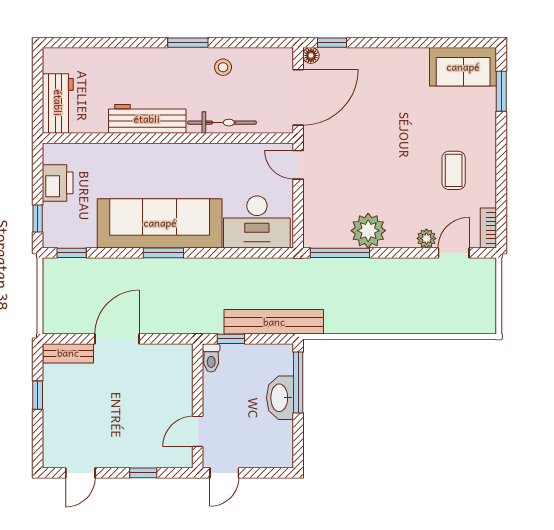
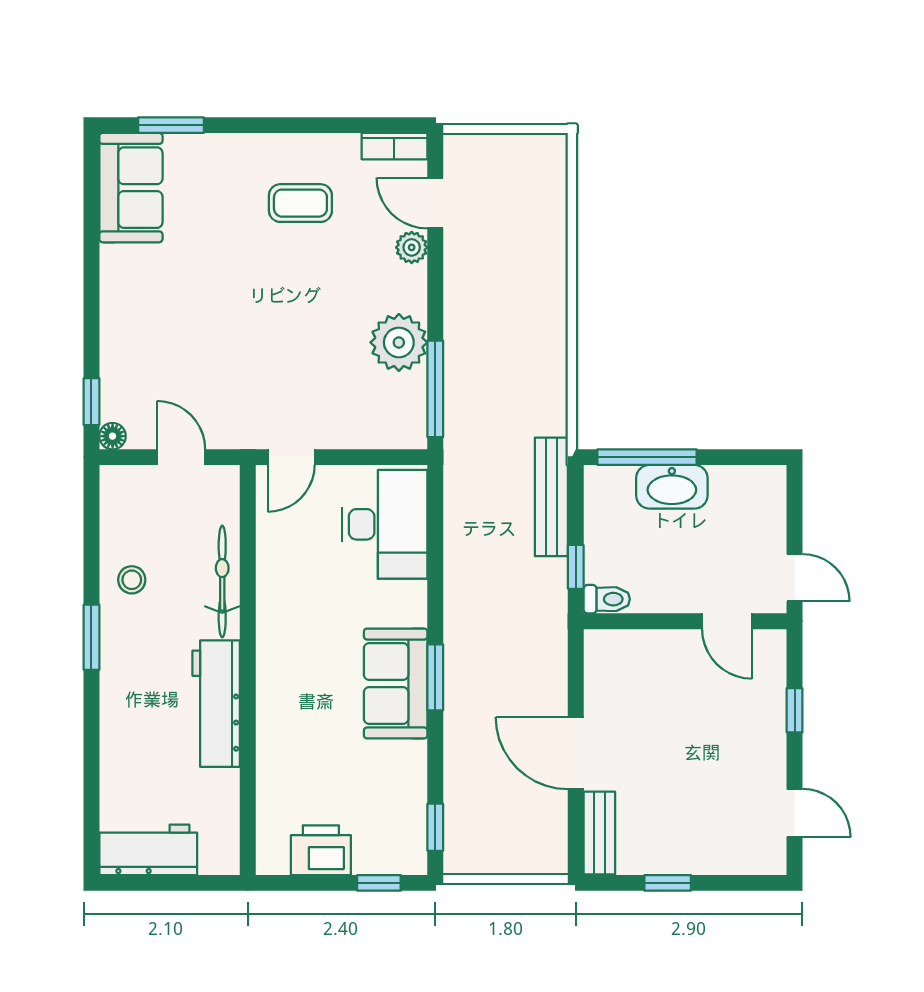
door: (298, 97) -> (181, 457), width x0.53
workbench: (58, 103) -> (148, 850), moved
sofa: (160, 223) -> (396, 684), width x0.54, depth x0.79
bench: (274, 322) -> (551, 497), width x0.73, depth x0.82

